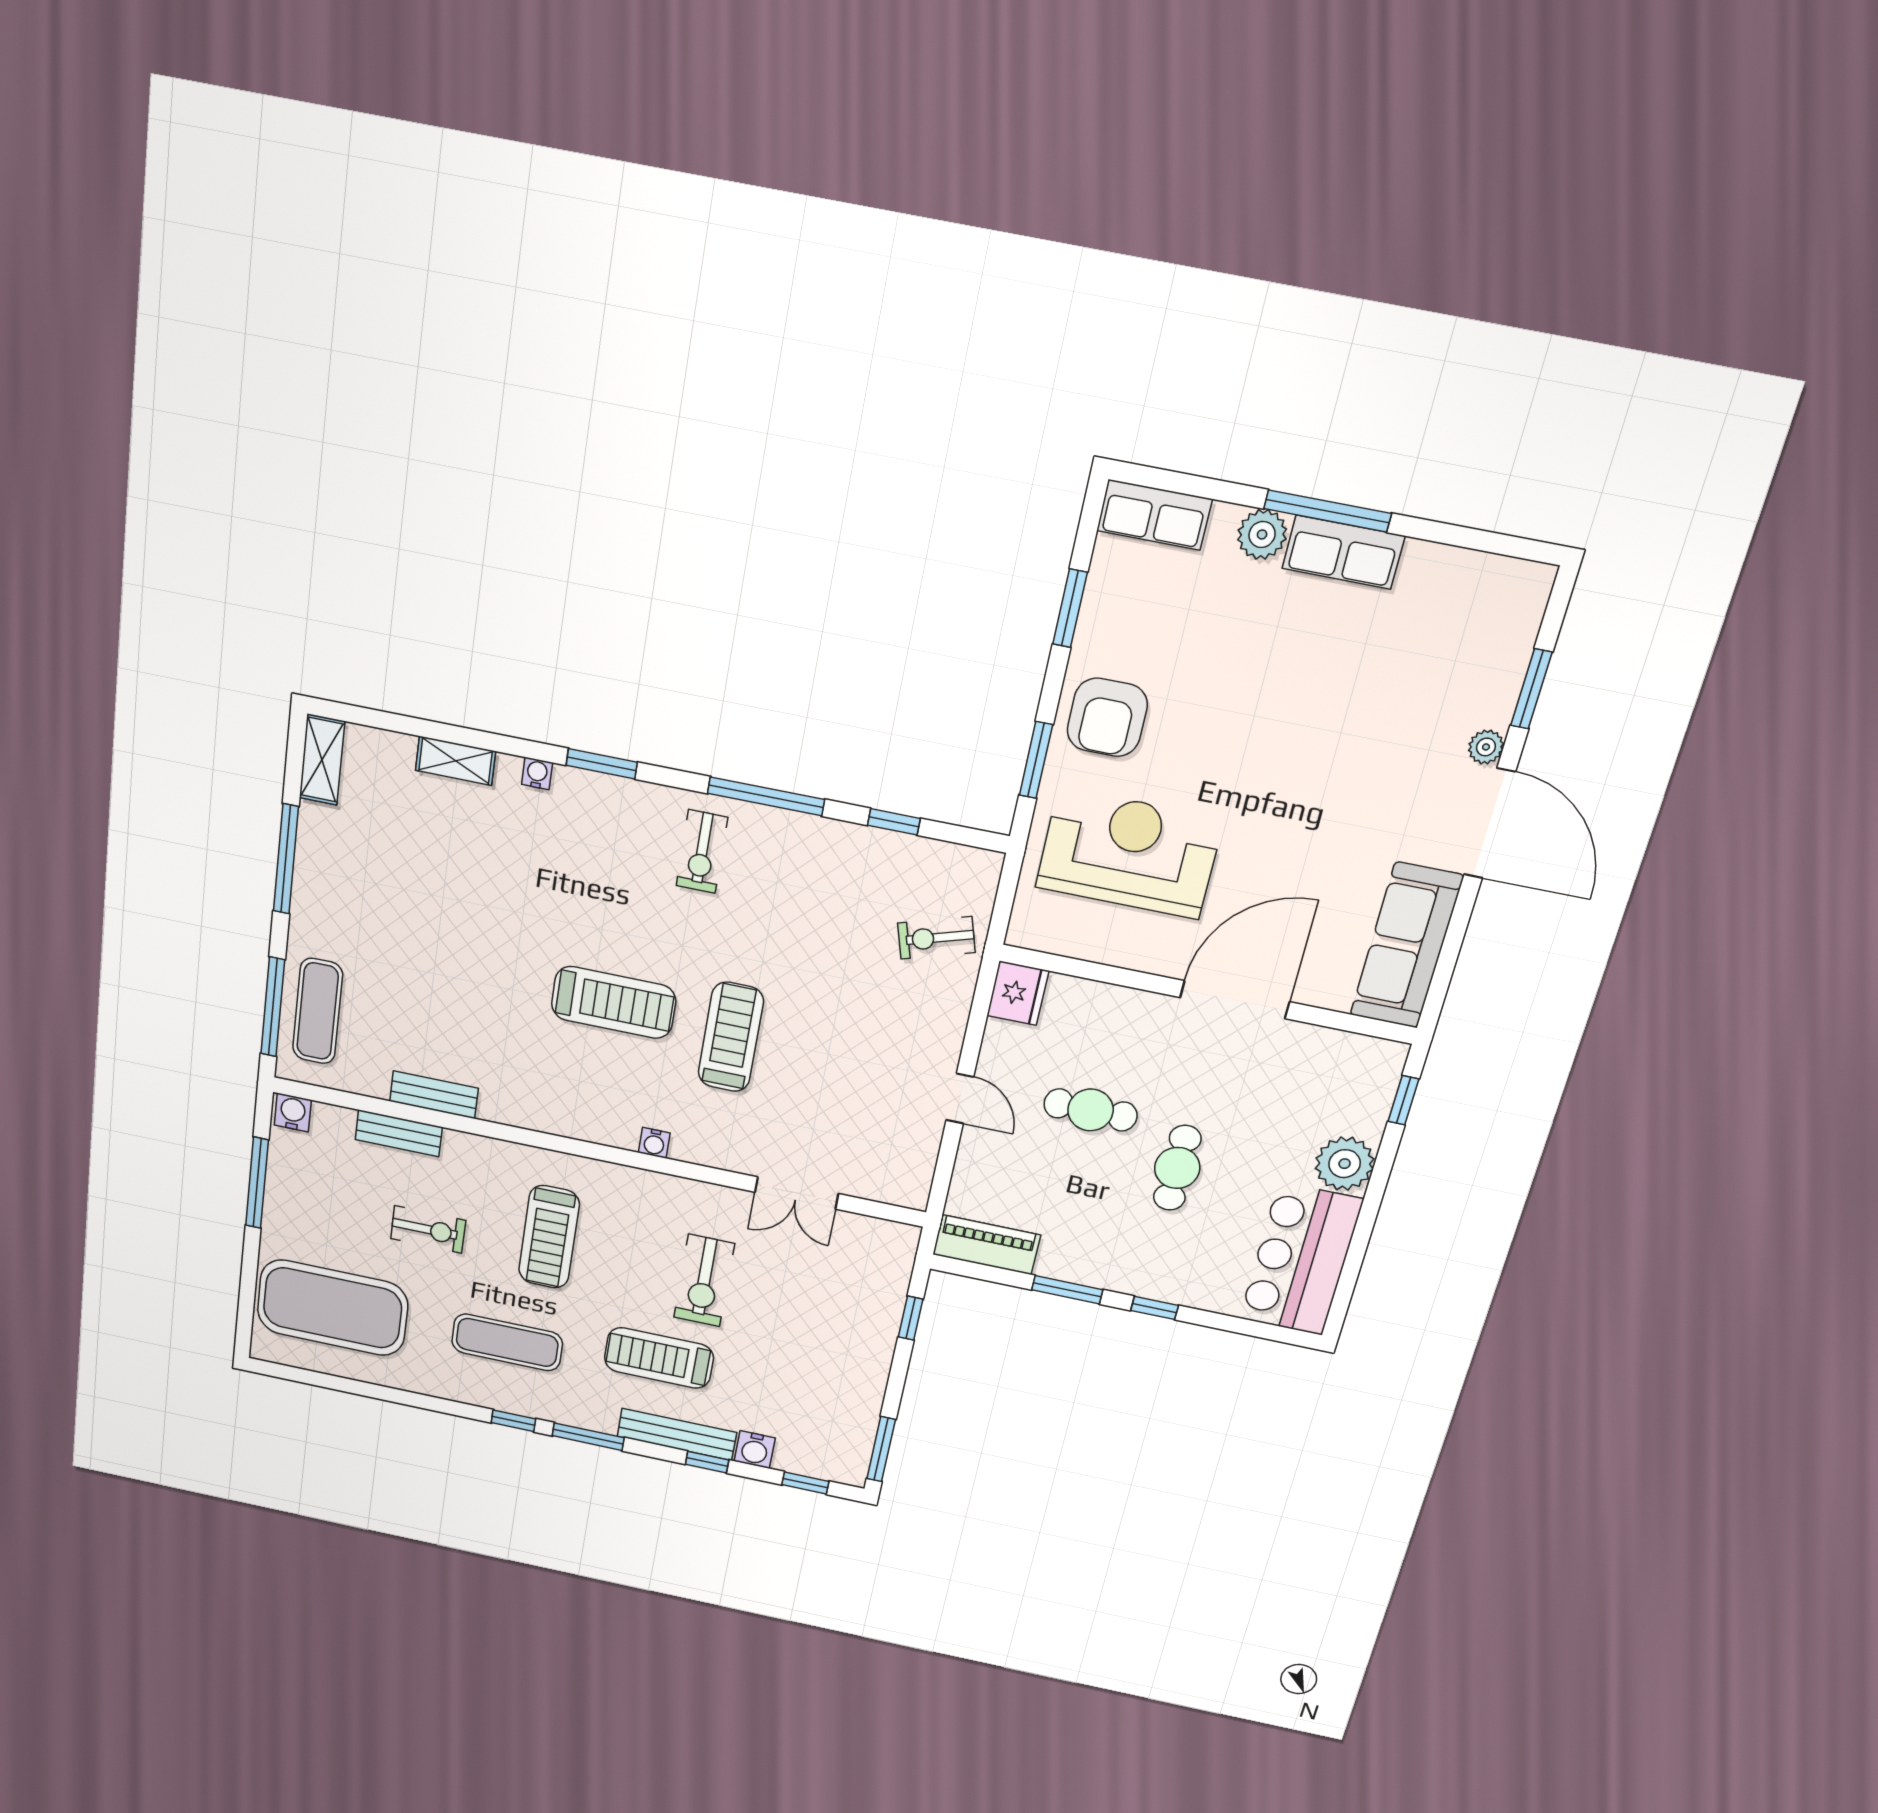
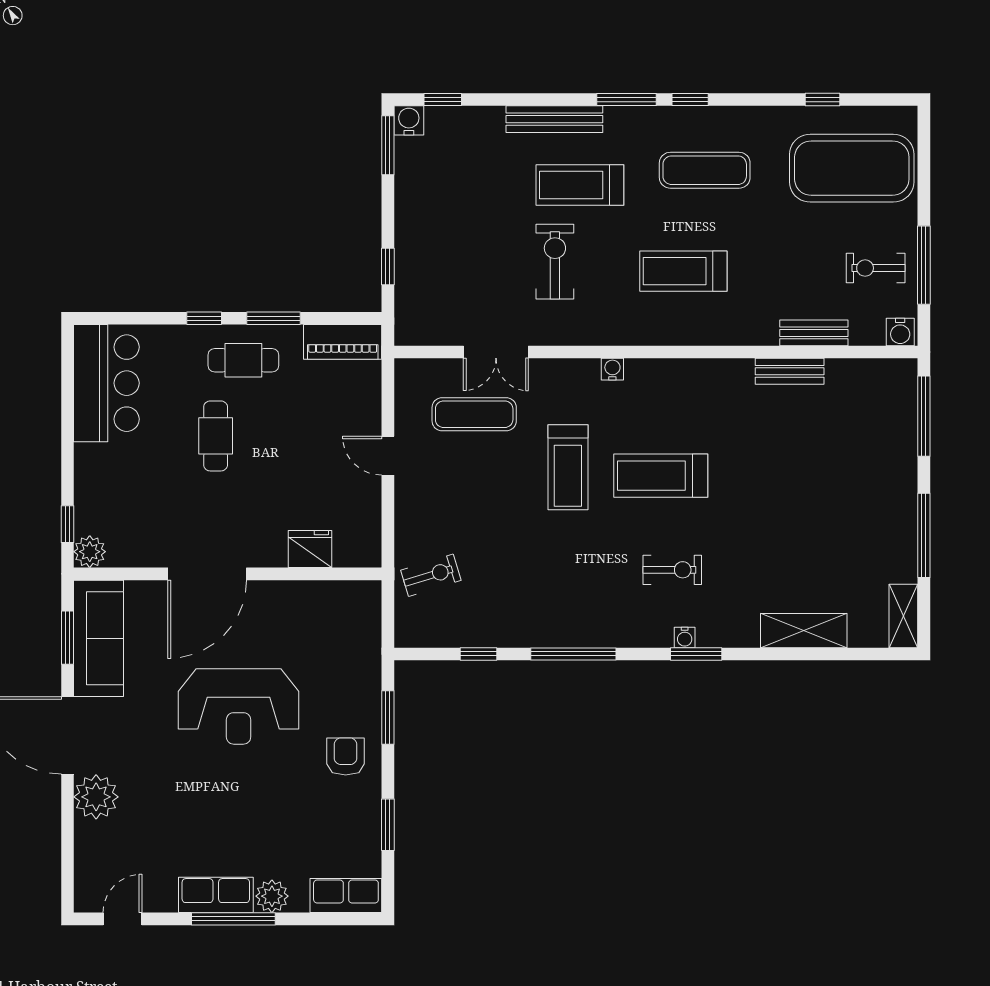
door: (1491, 542) -> (122, 919), added
window: (1531, 689) -> (68, 638), moved
armchair: (1107, 717) -> (346, 756), width x0.72, depth x0.72
plant: (1486, 747) -> (96, 797), width x1.88, depth x1.88
shelving: (456, 761) -> (804, 631), width x1.50, depth x1.33
water cooler: (537, 773) -> (685, 637), moved
exercise bike: (702, 852) -> (672, 570), moved, turned 90
reception desk: (1129, 853) -> (239, 706), moved
fridge: (1018, 993) -> (310, 549), moved, turned 90
exercise mat: (318, 1011) -> (474, 414), moved, turned 90
cafe table: (1091, 1110) -> (243, 360), moved
plant: (1345, 1164) -> (90, 552), moved, width x0.73, depth x0.73
double door: (797, 1193) -> (496, 352), swing flipped
exercise bike: (428, 1229) -> (876, 268), moved
treadmill: (549, 1237) -> (683, 271), turned -90
treadmill: (659, 1358) -> (580, 185), turned 180
water cooler: (755, 1450) -> (409, 120), moved
window: (707, 1462) -> (822, 100), moved

